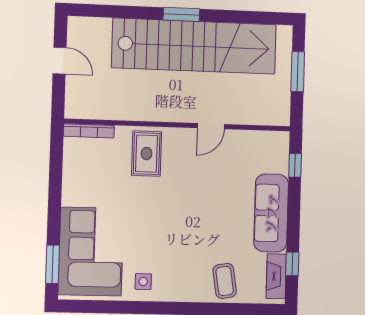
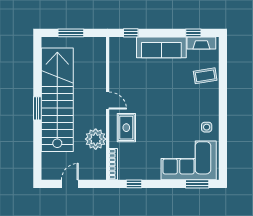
plant: (130, 104) -> (96, 139), added
door: (211, 126) -> (108, 101), moved
rug: (147, 154) -> (126, 128), turned 90
window: (56, 163) -> (134, 184), added

